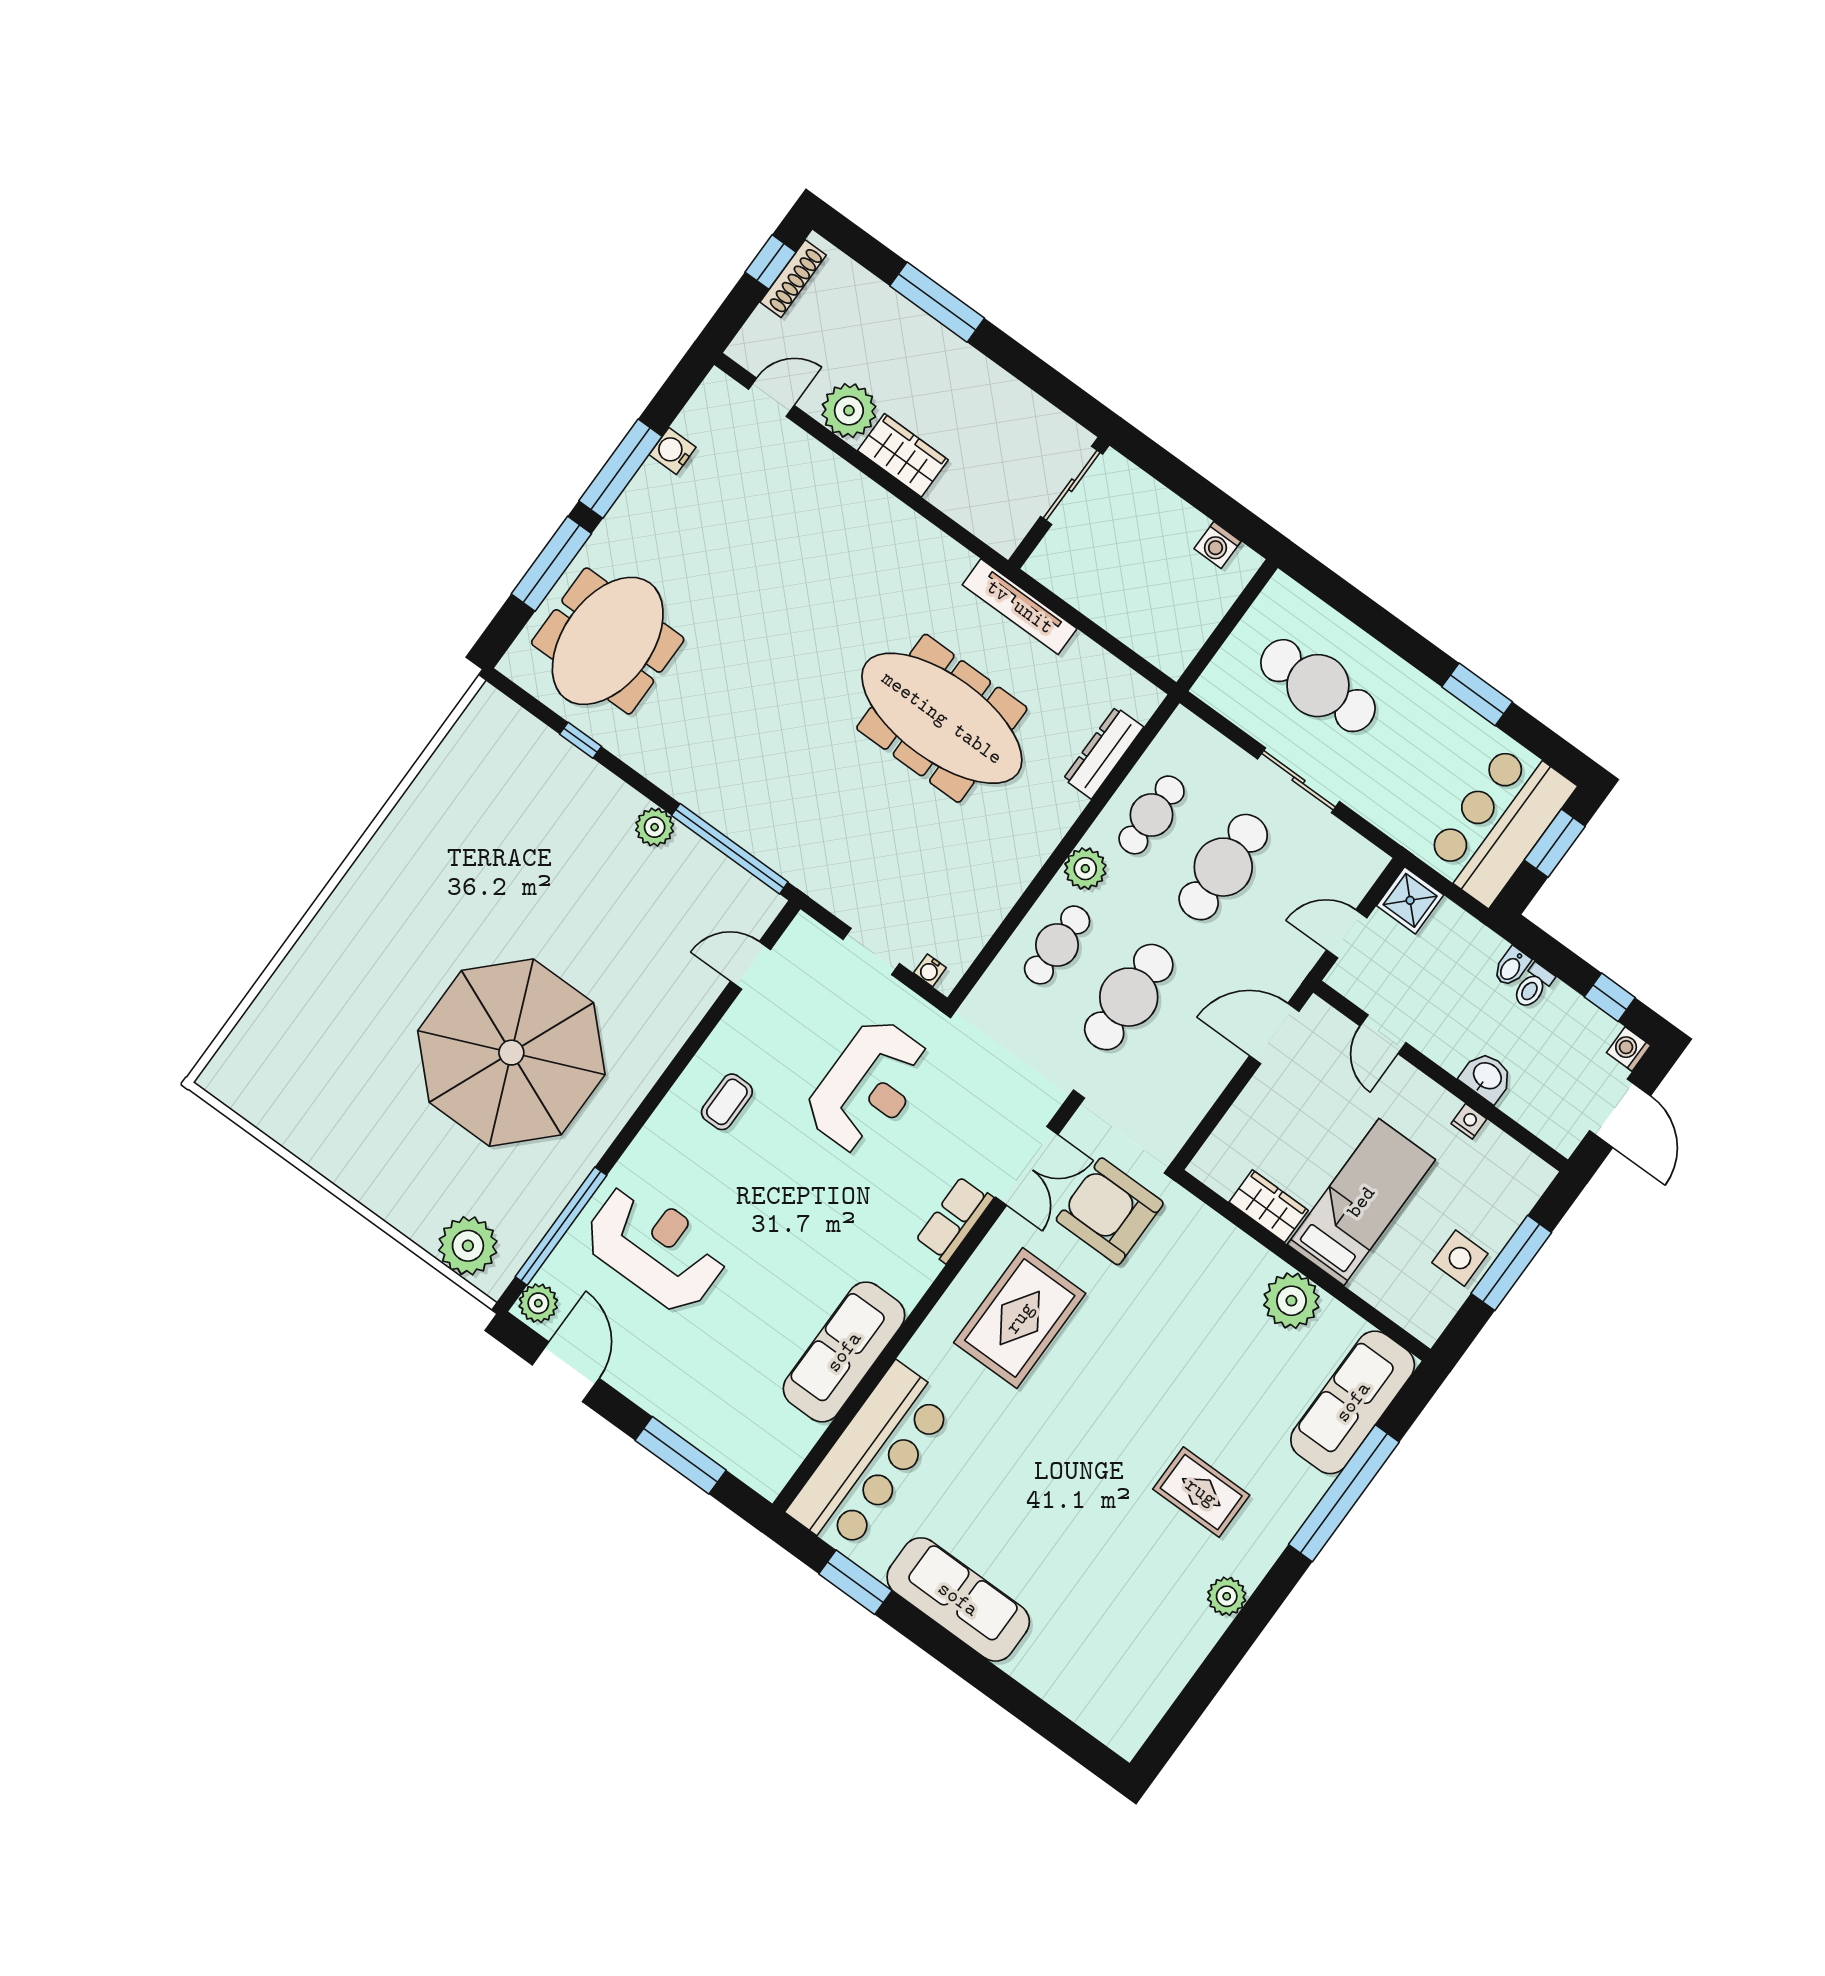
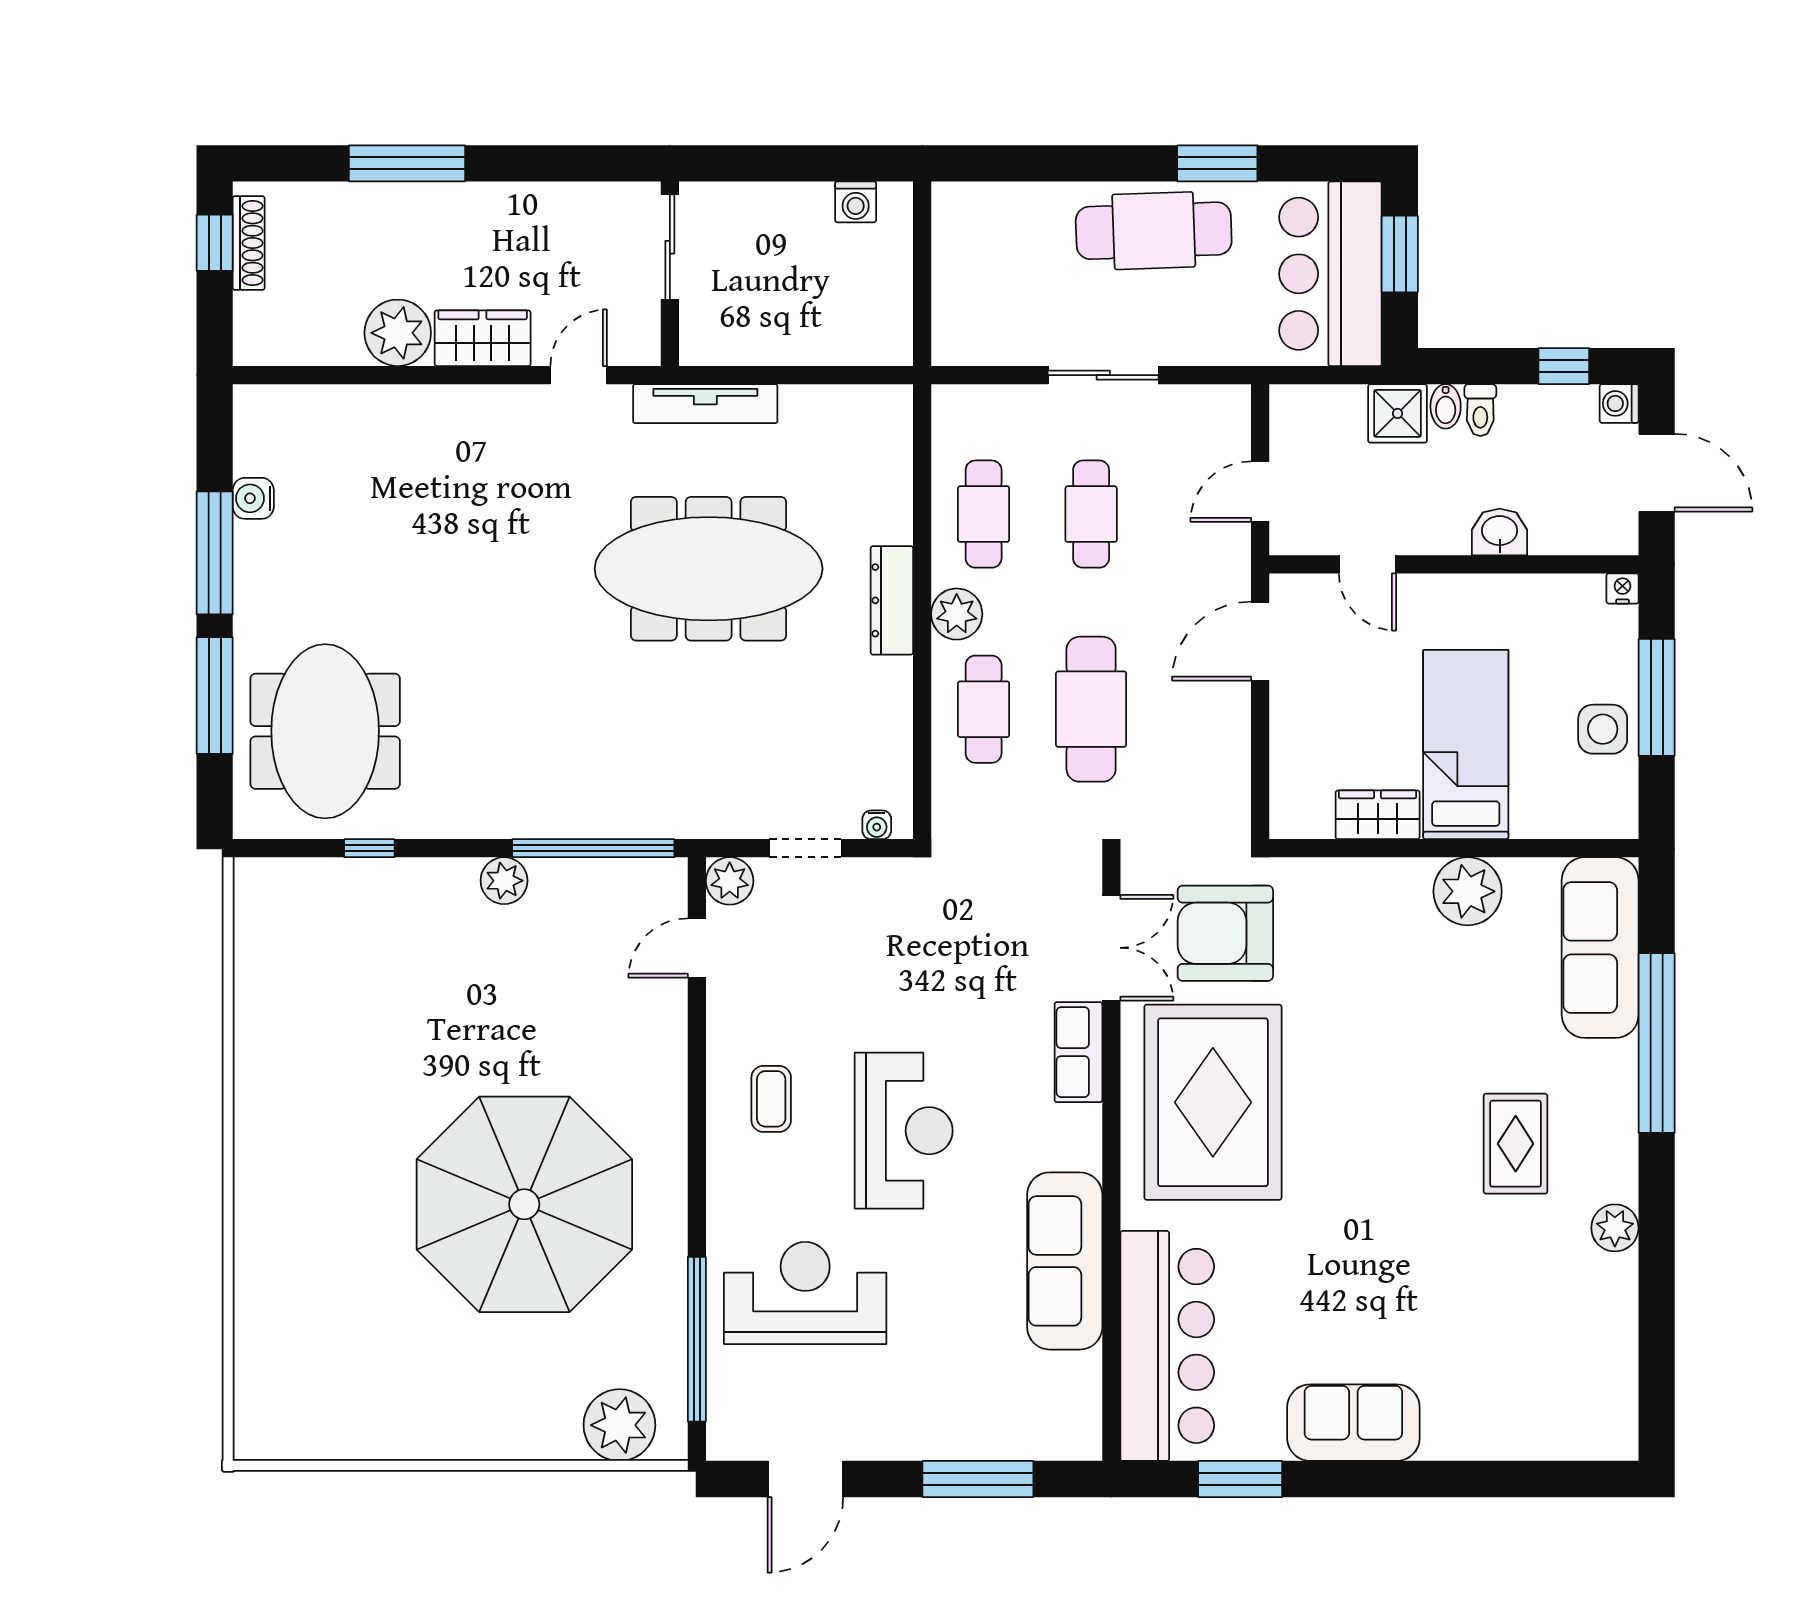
door: (771, 397) -> (579, 375), moved
cafe table: (1318, 686) -> (1154, 231), moved
dresser: (1103, 753) -> (892, 600), moved
cafe table: (1223, 867) -> (1091, 514), width x0.73, depth x0.74
shower: (1410, 900) -> (1398, 413), moved
reception desk: (868, 1086) -> (904, 1131), moved
nightstand: (1469, 1121) -> (1623, 588), moved
plant: (538, 1303) -> (730, 881), moved
rug: (1020, 1318) -> (1213, 1102), width x1.37, depth x1.44
door: (566, 1372) -> (805, 1479), swing flipped
rug: (1201, 1492) -> (1516, 1144), turned 90
sofa: (958, 1599) -> (1353, 1423), width x0.73

